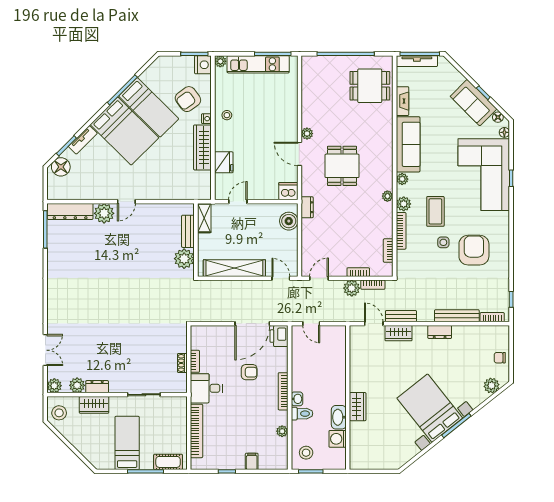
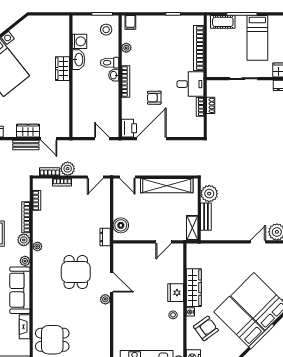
fridge: (224, 162) -> (176, 293), moved
dishwasher: (288, 191) -> (121, 251), removed
filing cabinet: (252, 461) -> (130, 22), moved

